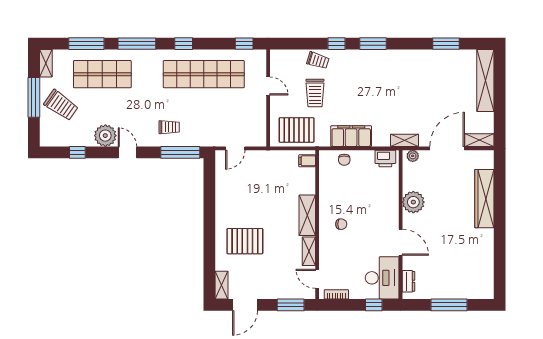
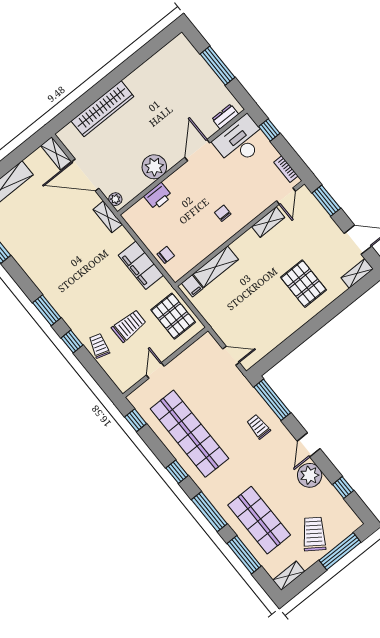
window: (34, 97) -> (340, 551), moved
printer: (385, 159) -> (158, 196), moved, turned 90
shelving: (307, 215) -> (216, 267), moved

